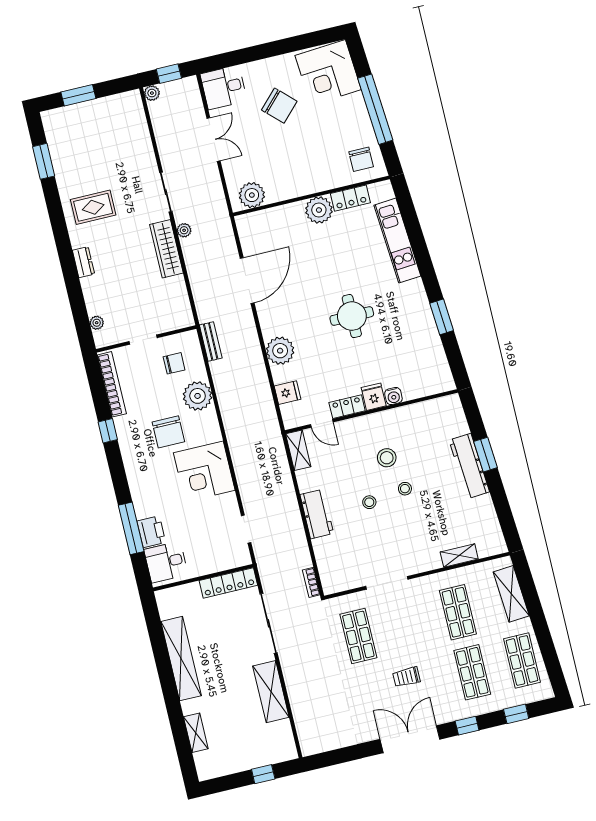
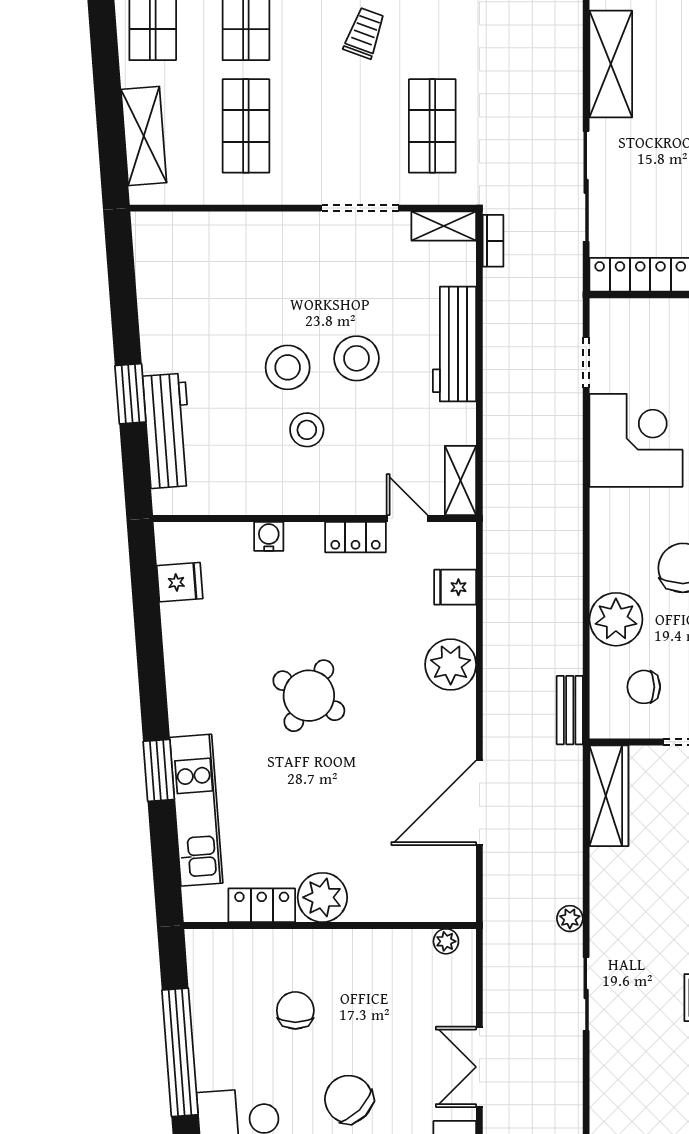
chair: (361, 159) -> (295, 1010), moved
plant: (252, 195) -> (446, 941), width x0.53, depth x0.53
wardrobe: (166, 249) -> (609, 796), moved
round table: (352, 316) -> (309, 696), turned 30
window: (442, 317) -> (159, 770), moved
fridge: (374, 397) -> (180, 582), moved, turned -94
workbench: (469, 466) -> (168, 431), moved
corner desk: (204, 472) -> (636, 440), moved
stool: (405, 489) -> (288, 367), width x1.89, depth x1.89
stool: (369, 502) -> (356, 358), width x1.89, depth x1.89
workbench: (317, 514) -> (454, 344), width x1.38
shelving: (459, 555) -> (444, 226), moved
trolley: (406, 677) -> (364, 33), turned -70

